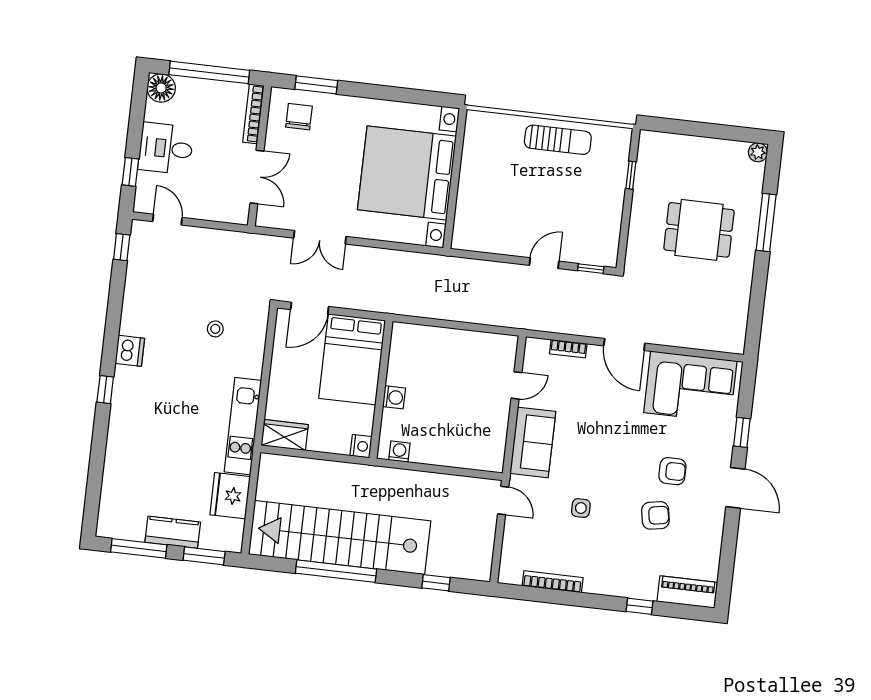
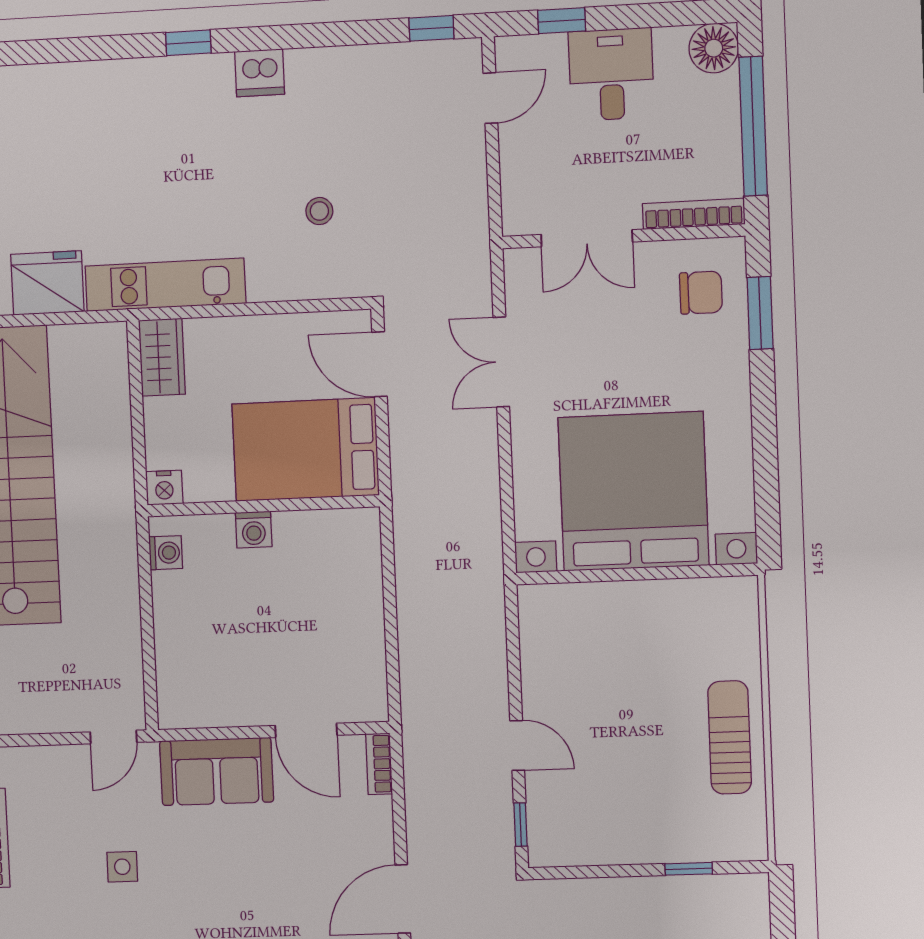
sun lounger: (558, 140) -> (730, 737), turned 180
bookcase: (568, 349) -> (379, 764), moved
door: (517, 385) -> (306, 730), width x1.38

